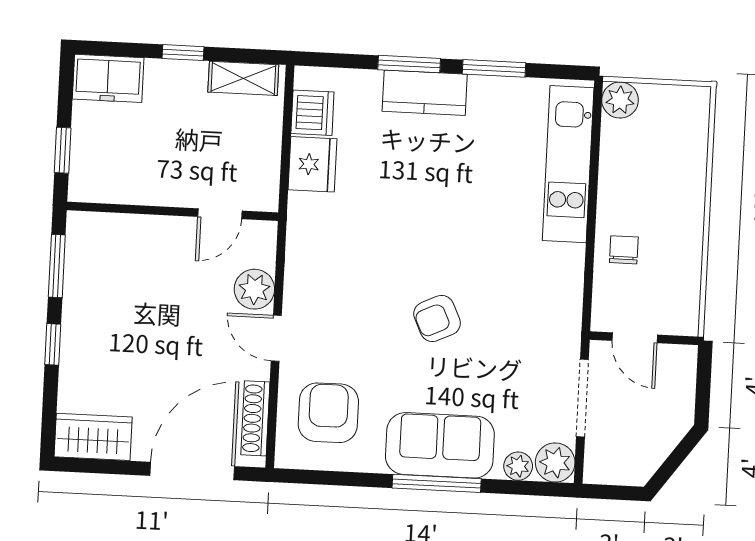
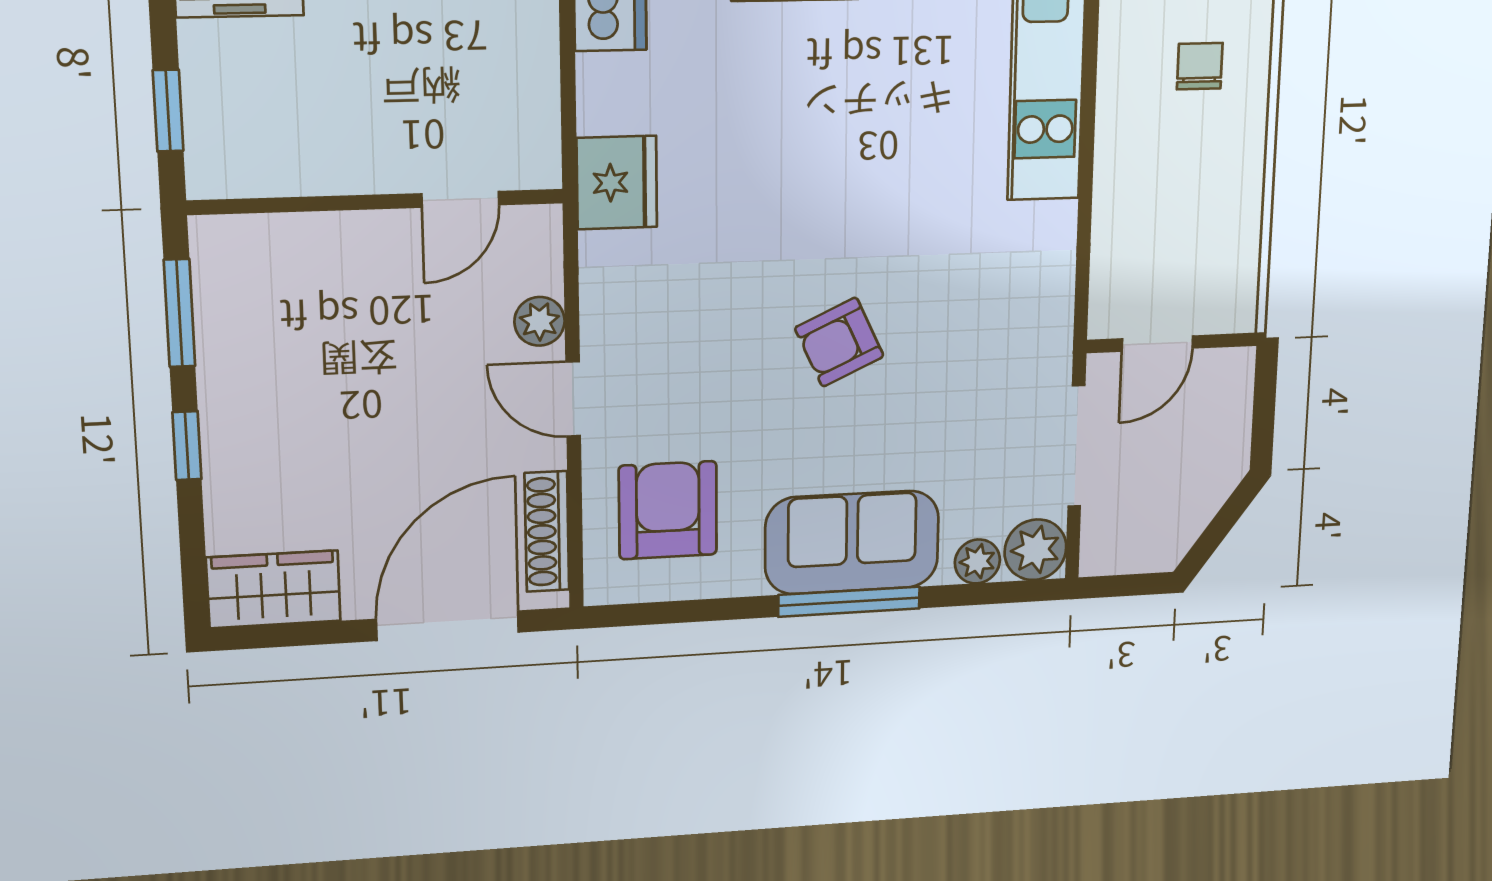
fridge: (312, 164) -> (617, 183), moved
chair: (624, 250) -> (1200, 66), moved
plant: (254, 289) -> (540, 321), width x0.73, depth x0.73
door: (635, 338) -> (1157, 344), hinge flipped

